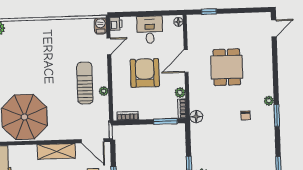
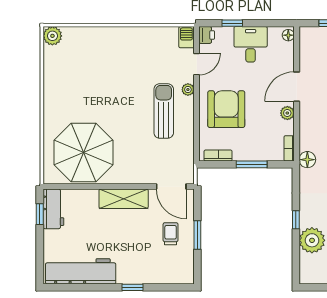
window: (135, 14) -> (232, 23), added
armchair: (145, 73) -> (226, 109), moved
plant: (104, 91) -> (188, 90), moved
plant: (180, 93) -> (287, 113), moved
window: (165, 121) -> (252, 164), moved

